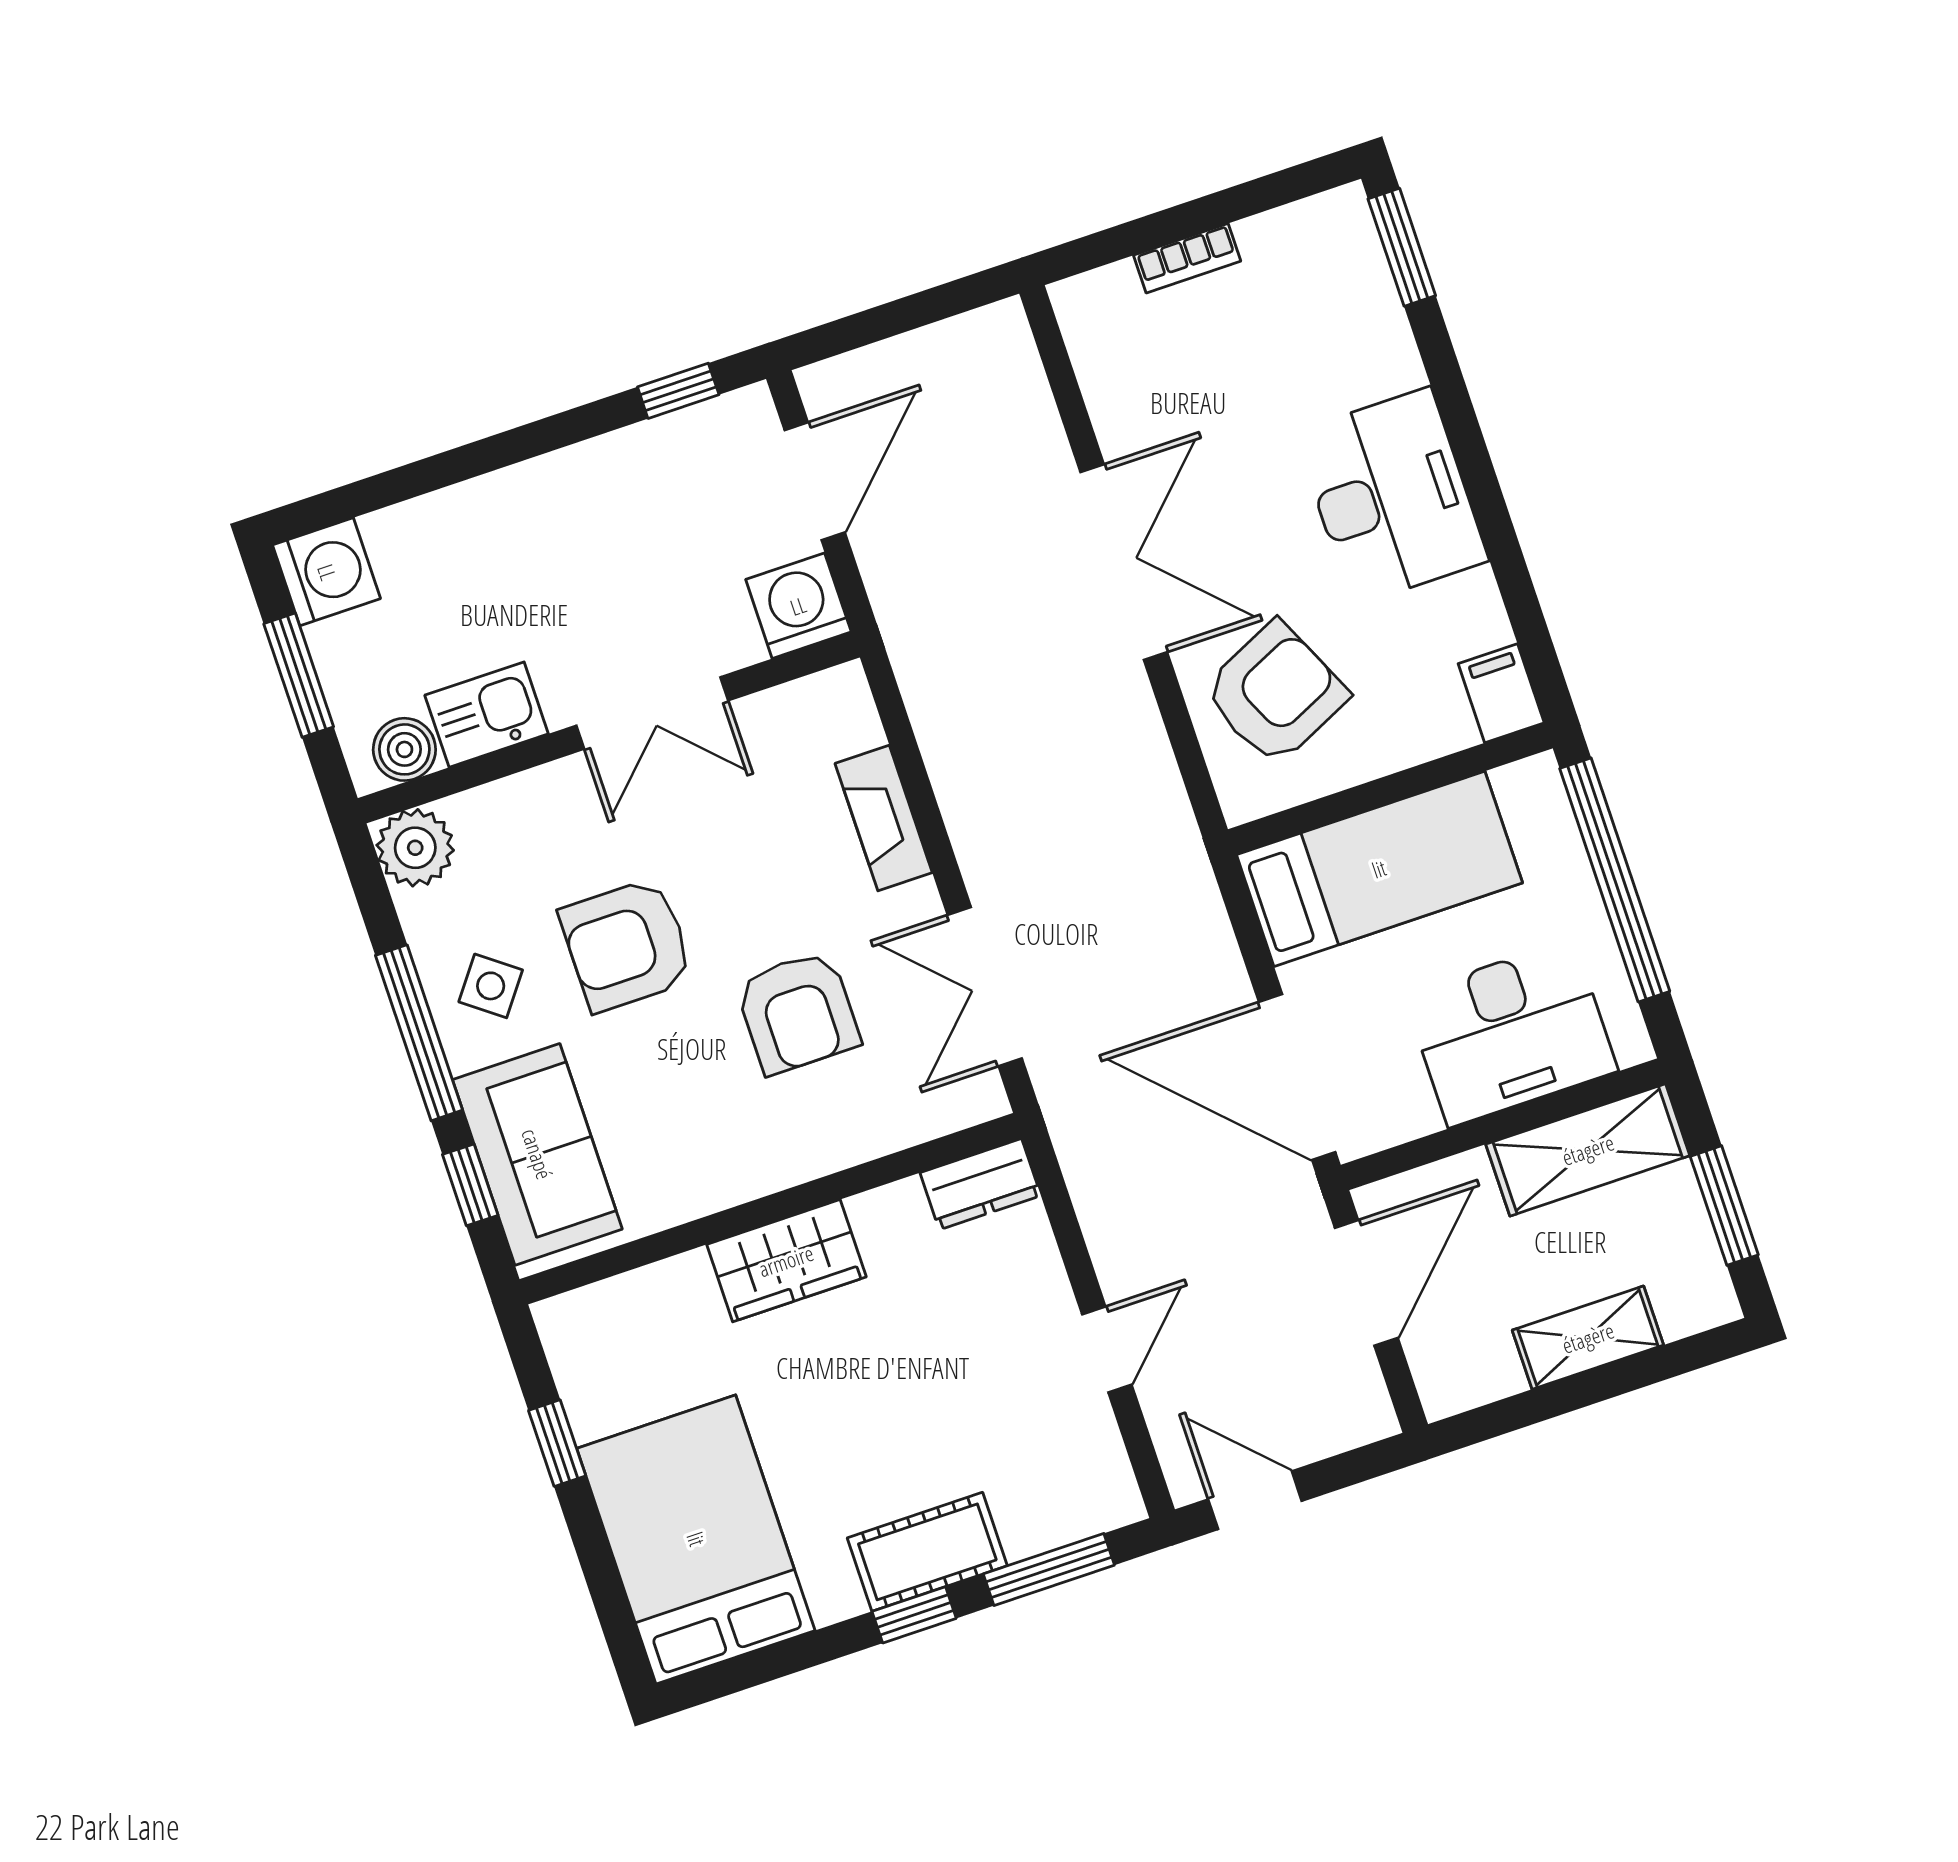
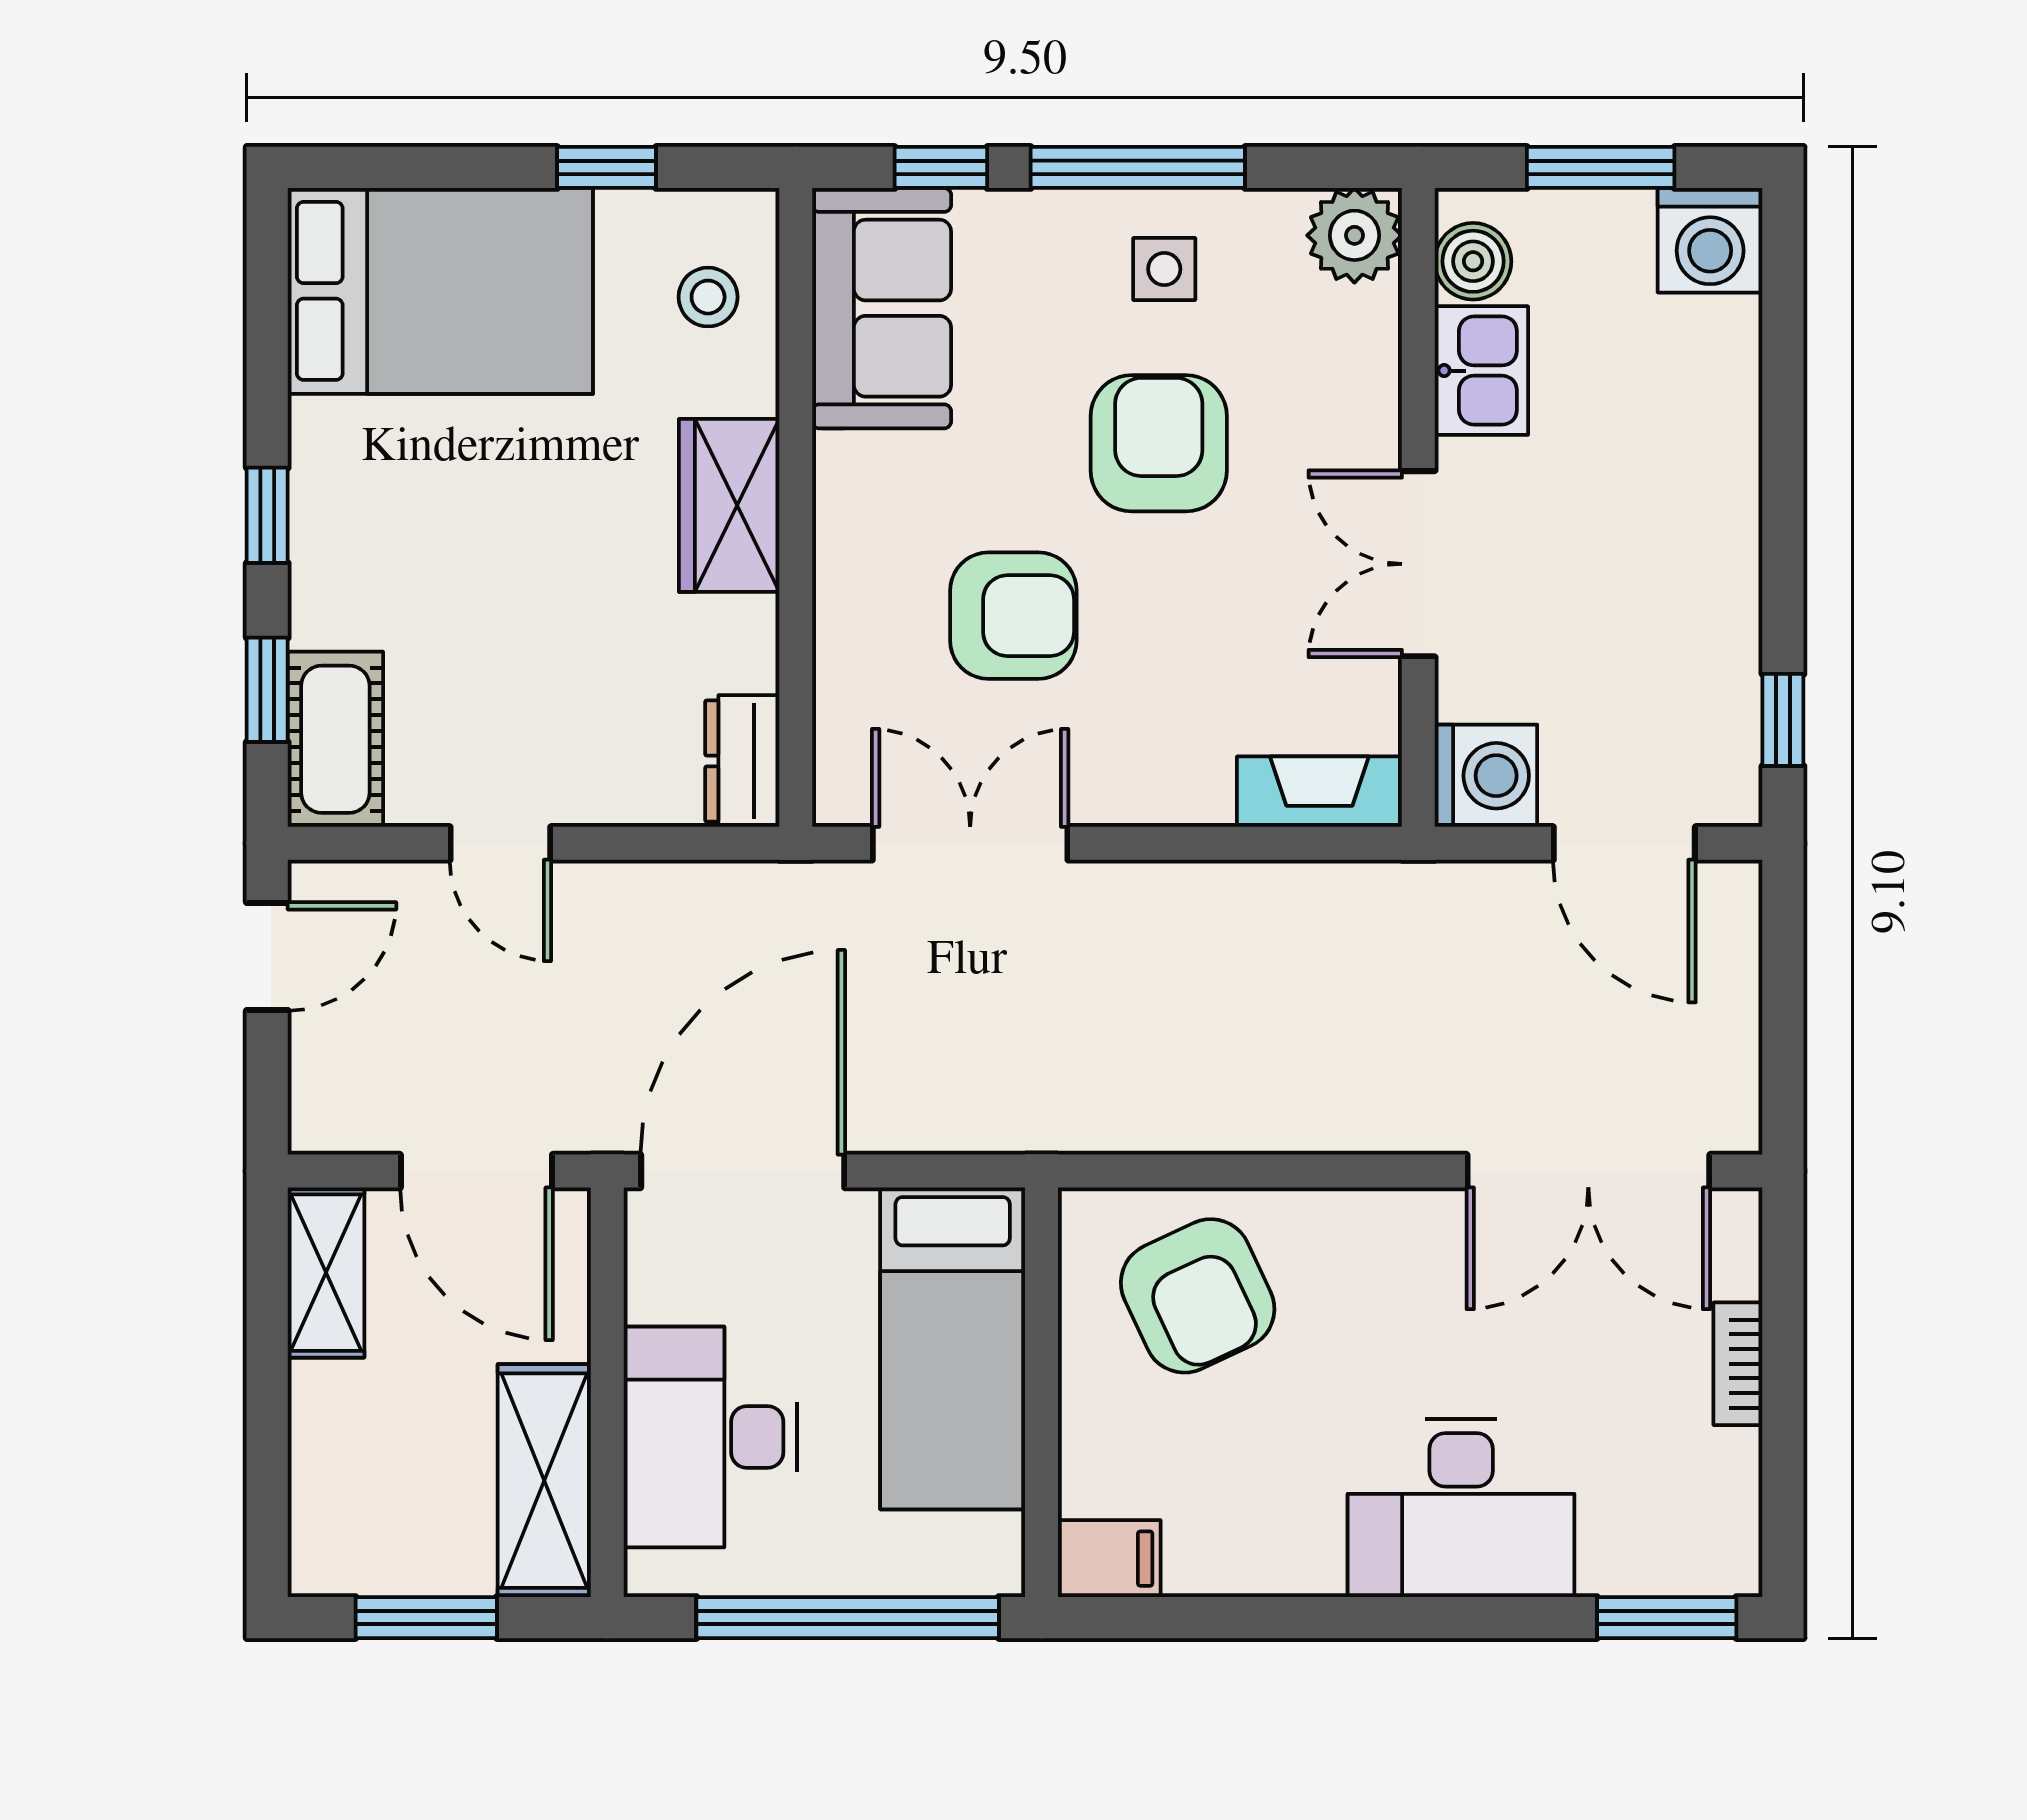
desk: (1391, 496) -> (1461, 1508), moved
double door: (1124, 562) -> (1588, 1171), moved
fireplace: (884, 818) -> (1319, 792), moved
side table: (491, 986) -> (1164, 269), turned -37
armchair: (798, 1012) -> (1013, 616), turned 180
sofa: (537, 1154) -> (882, 308), moved, turned -90
stool: (631, 1331) -> (708, 297), added
shelving: (1588, 1338) -> (326, 1273), moved
cot: (927, 1552) -> (335, 739), moved
window: (1049, 1570) -> (267, 690), width x0.67

